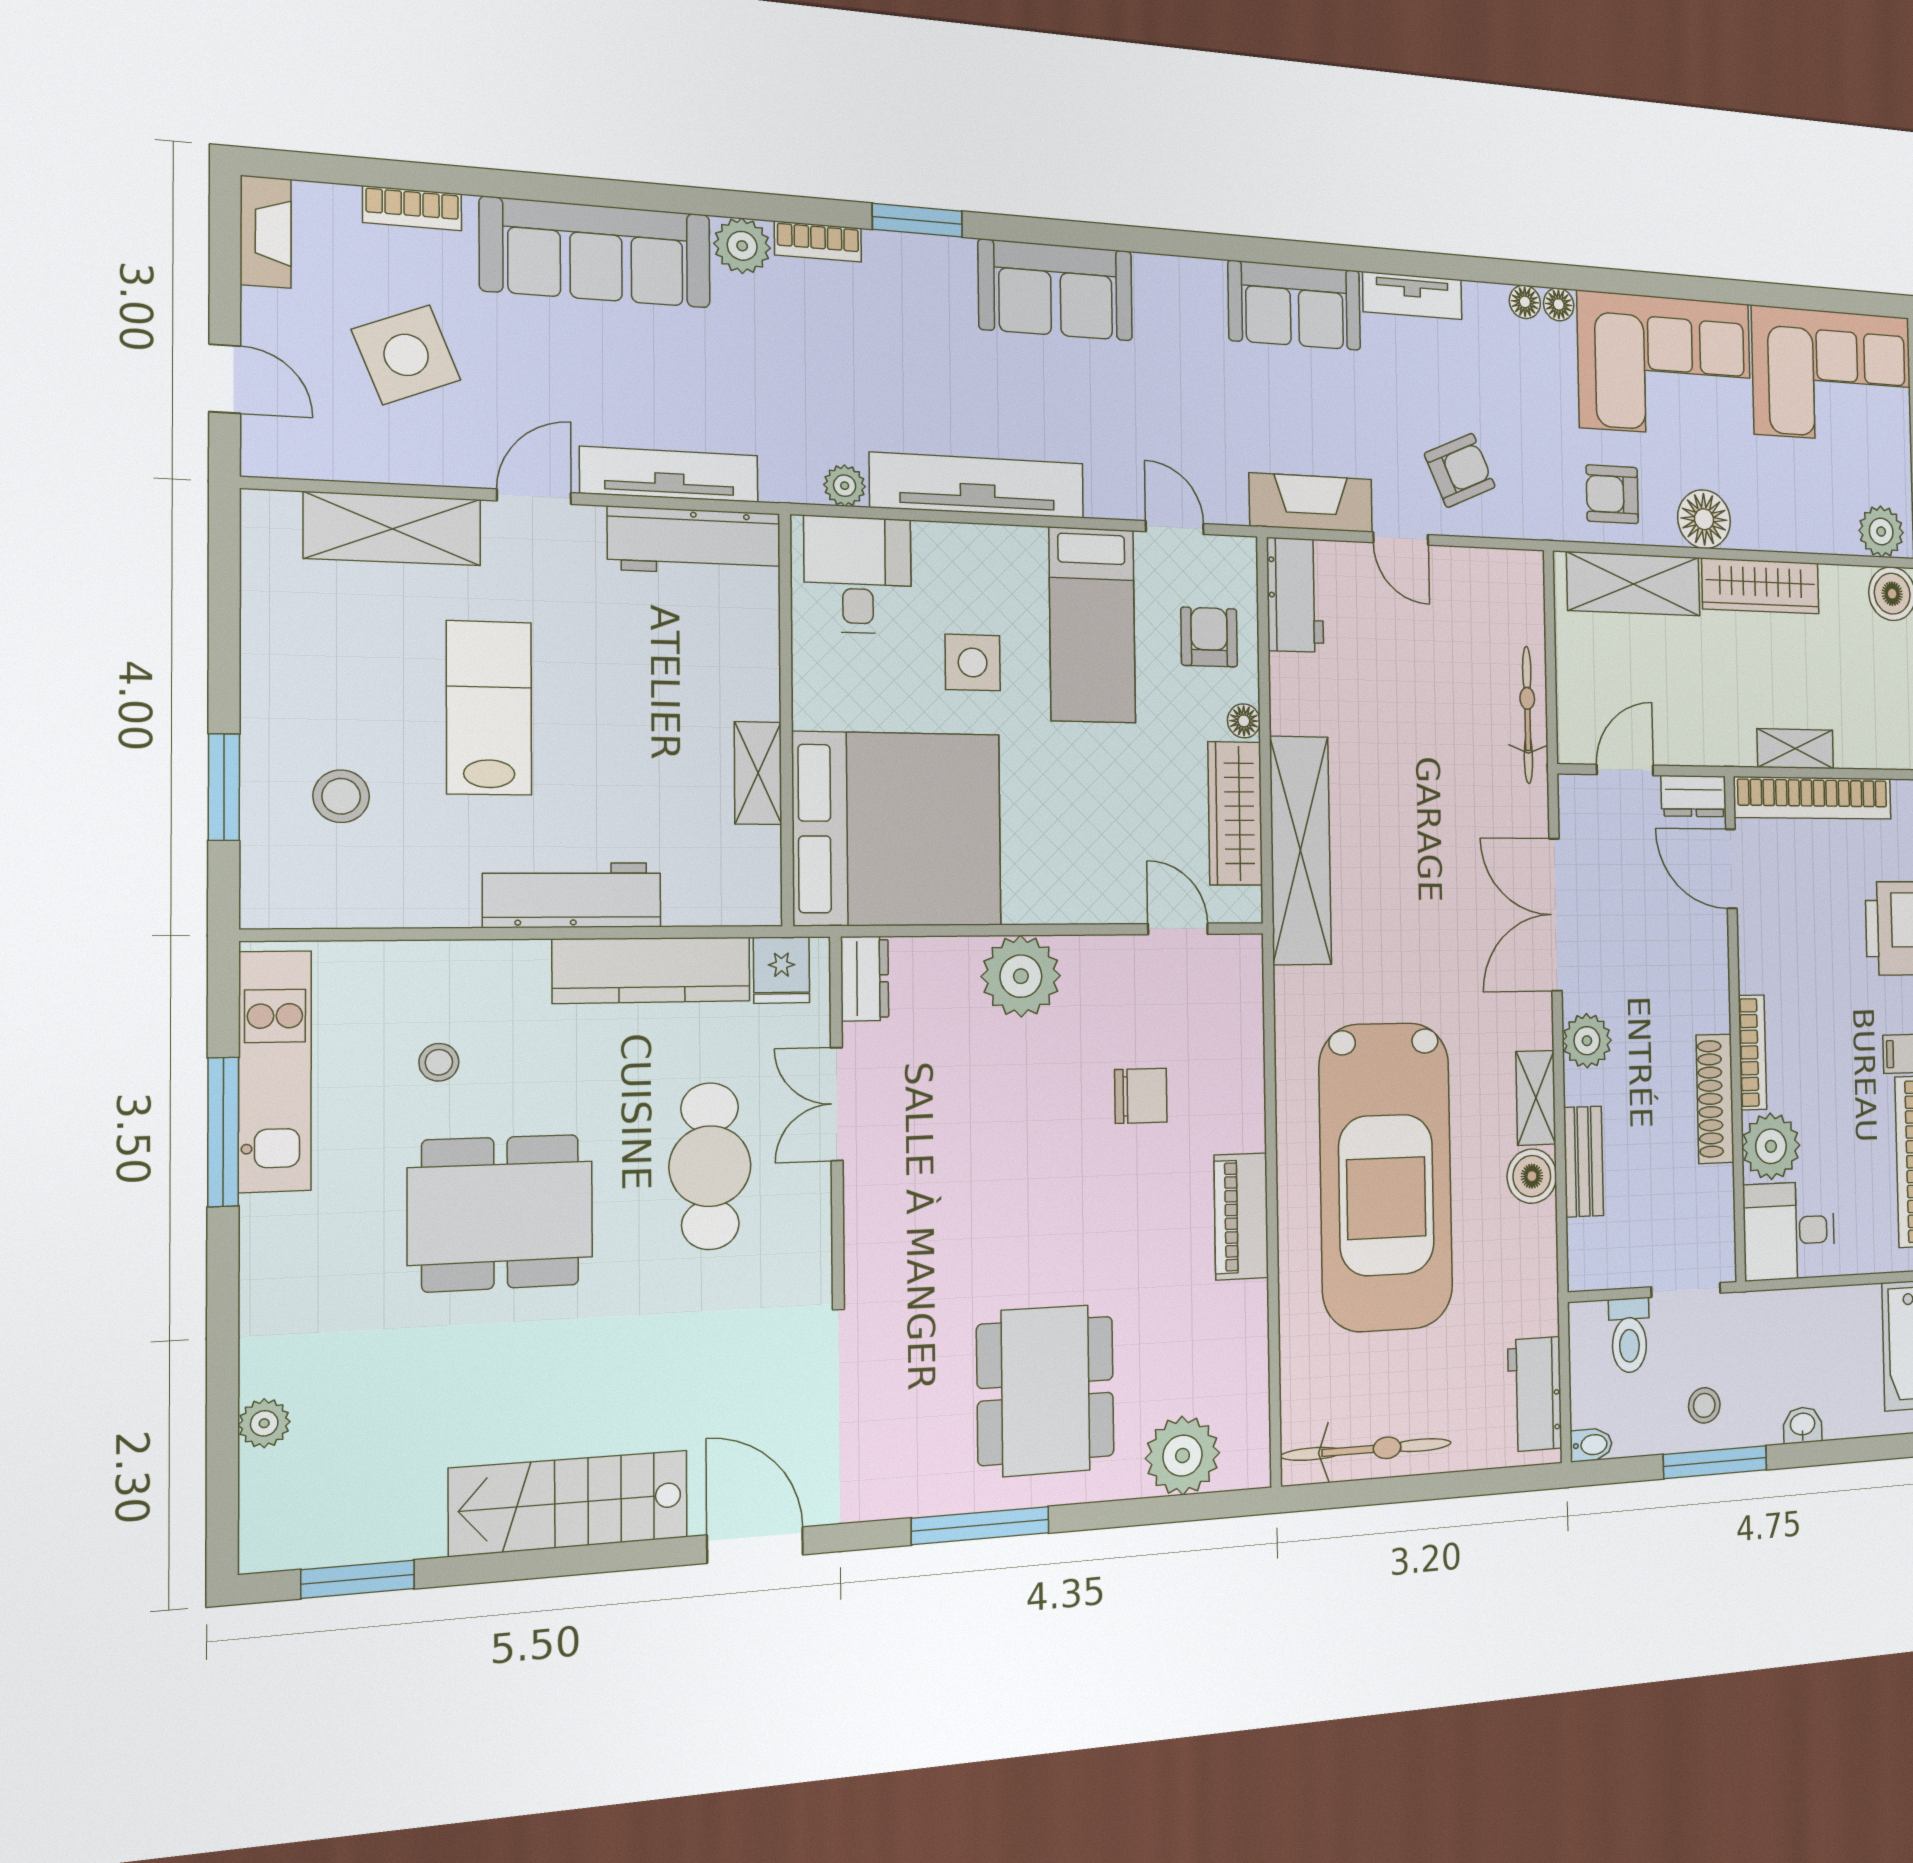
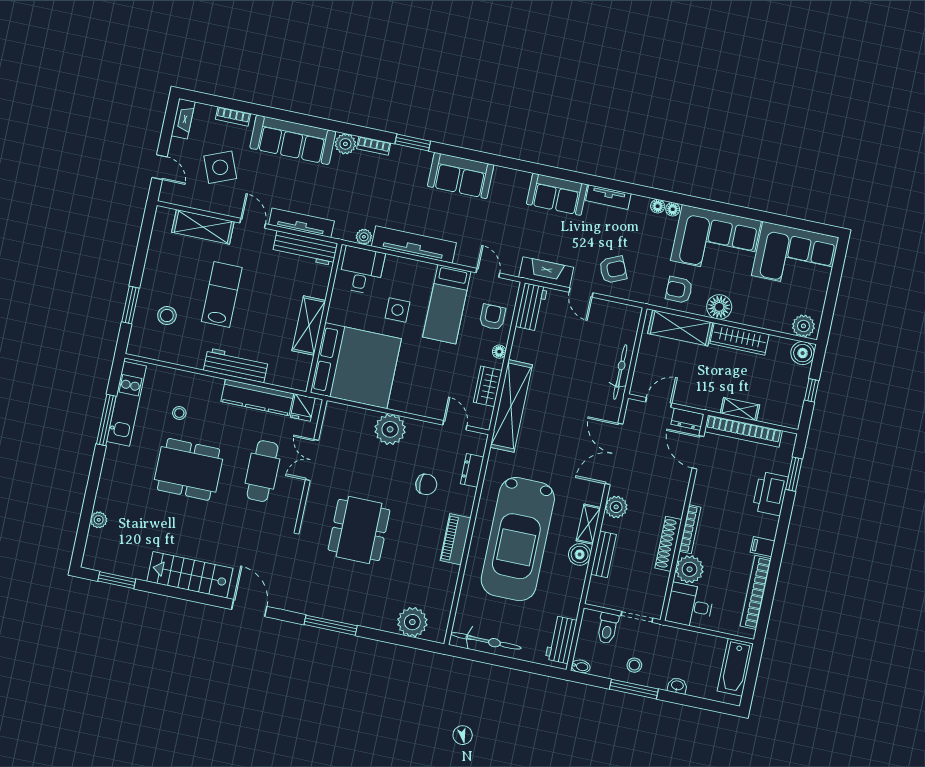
door: (534, 497) -> (253, 223), hinge flipped
shelving: (758, 773) -> (309, 326), width x1.50, depth x1.33
wardrobe: (1235, 813) -> (488, 386), width x0.67
dresser: (865, 979) -> (472, 470), moved, turned 180
dining table: (1046, 1390) -> (359, 530), moved

